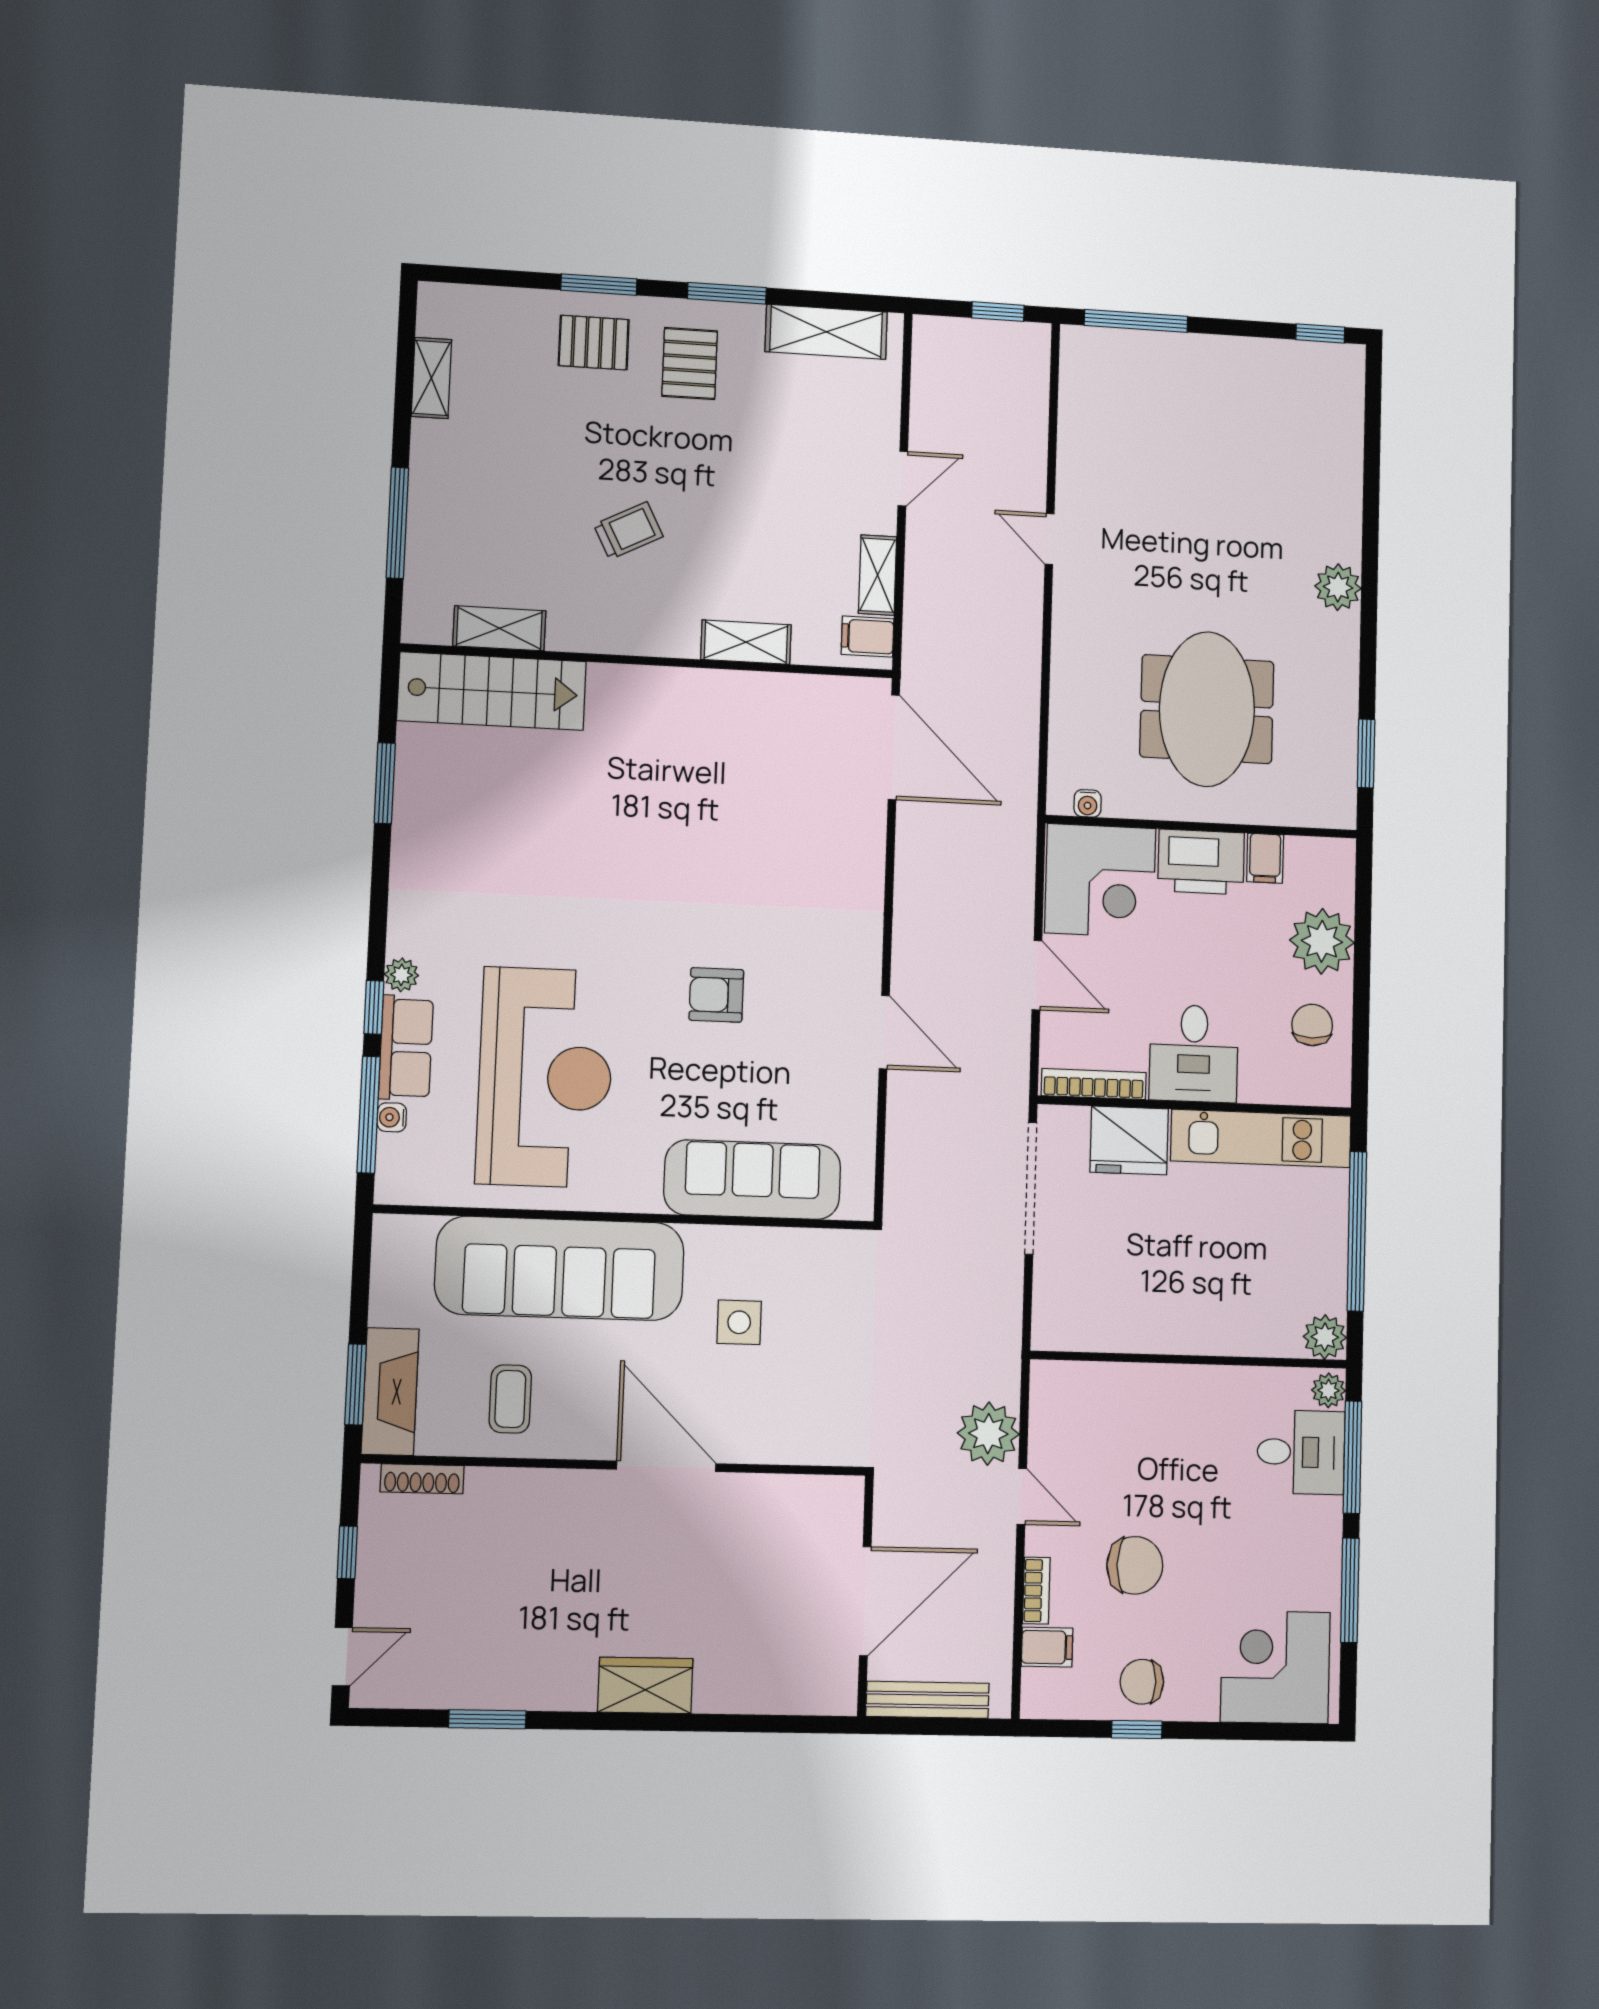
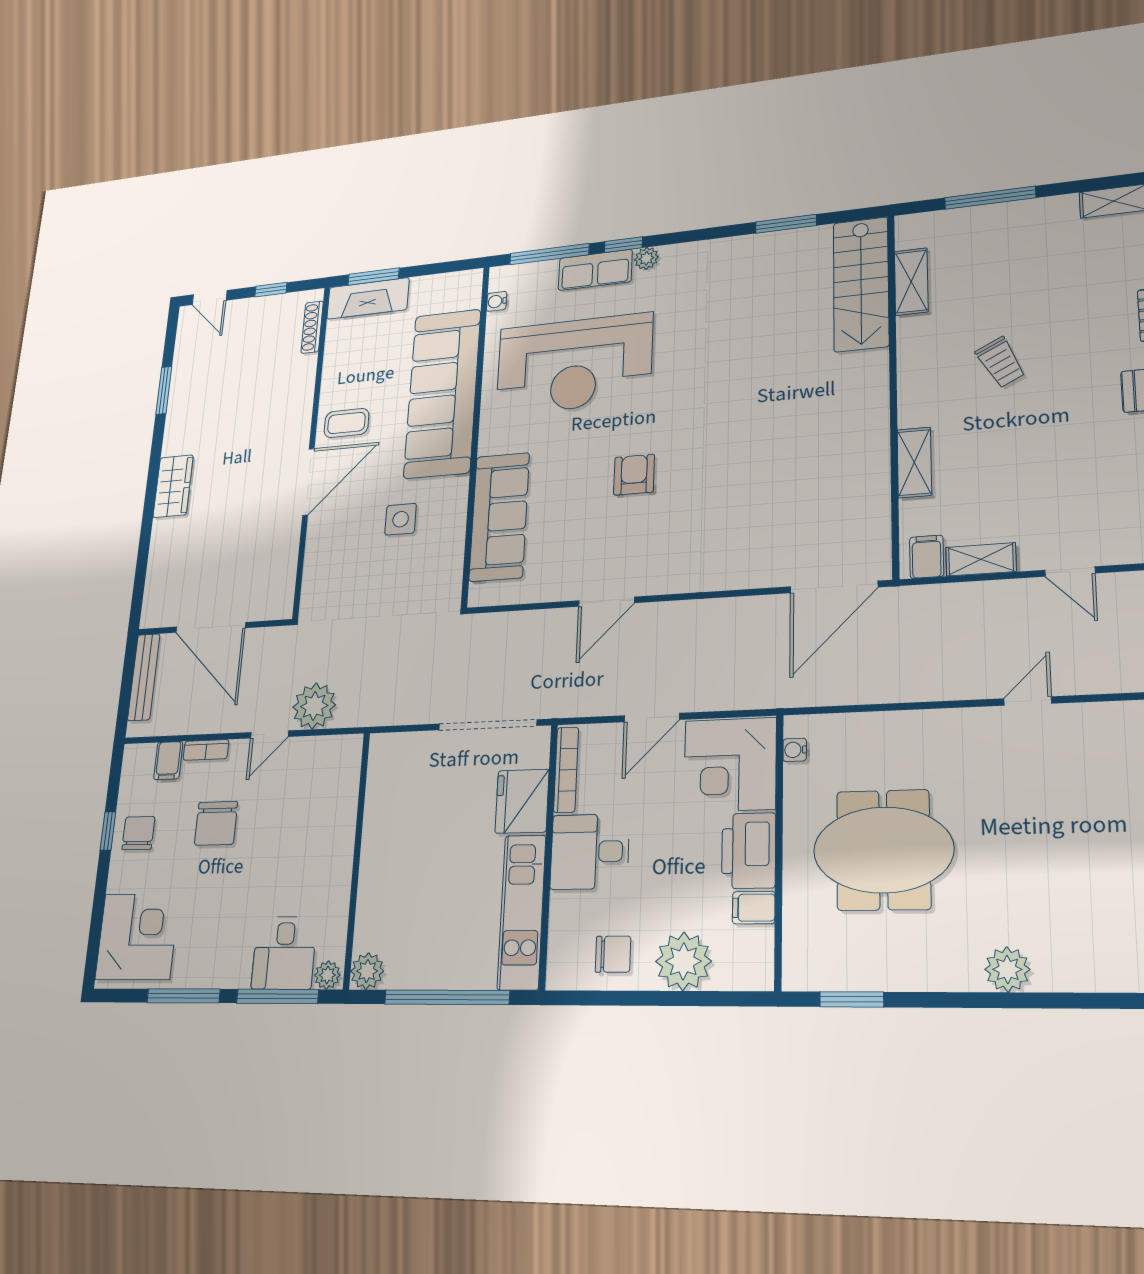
water cooler: (392, 1117) -> (497, 301), moved, turned -90
coffee table: (510, 1399) -> (346, 423), moved

